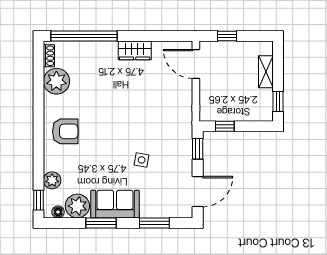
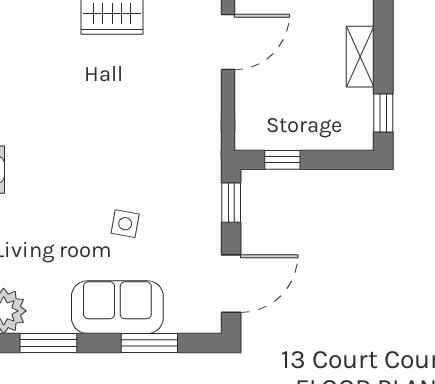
door: (196, 64) -> (228, 42), swing flipped
sofa: (115, 204) -> (117, 307), moved

